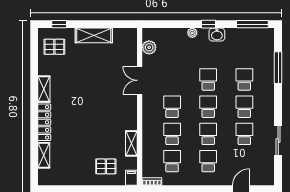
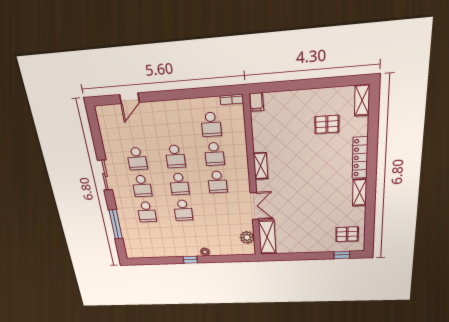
window: (252, 24) -> (148, 261), removed
shelving: (94, 35) -> (267, 237), moved, turned 90
washbasin: (217, 35) -> (181, 251), removed
sliding door: (278, 141) -> (105, 175), moved
shelving: (131, 143) -> (261, 166), moved
shelving: (44, 155) -> (362, 100), moved
school desk: (208, 161) -> (171, 127), removed
pallet: (106, 166) -> (327, 124), moved

